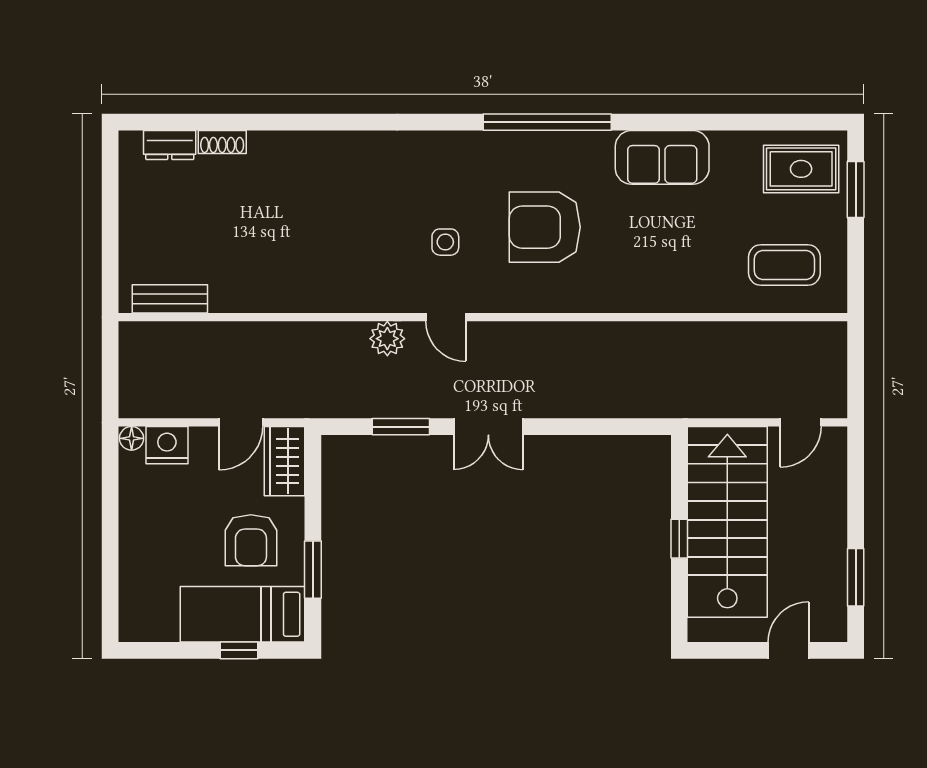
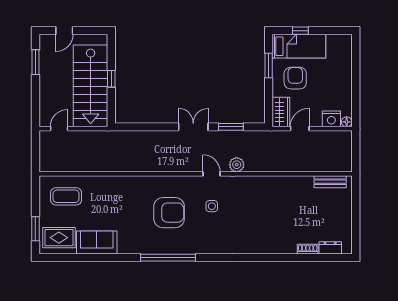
sofa: (662, 157) -> (97, 243), moved

